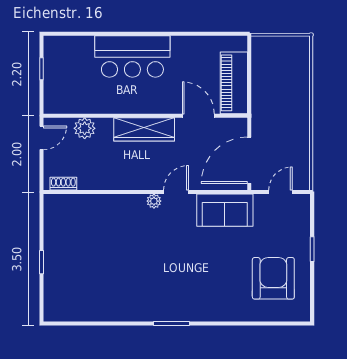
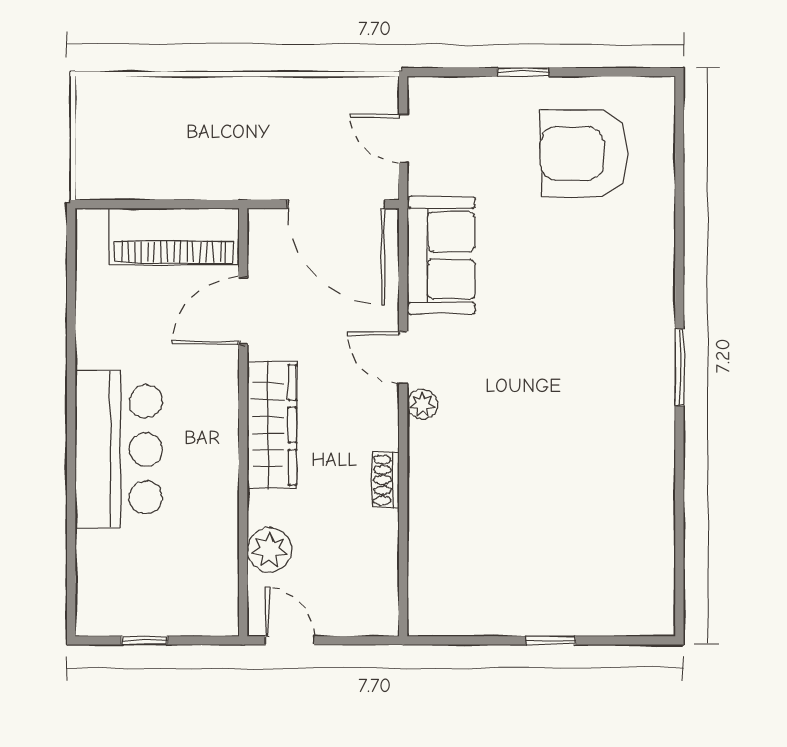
shoe rack: (63, 184) -> (386, 480), moved

